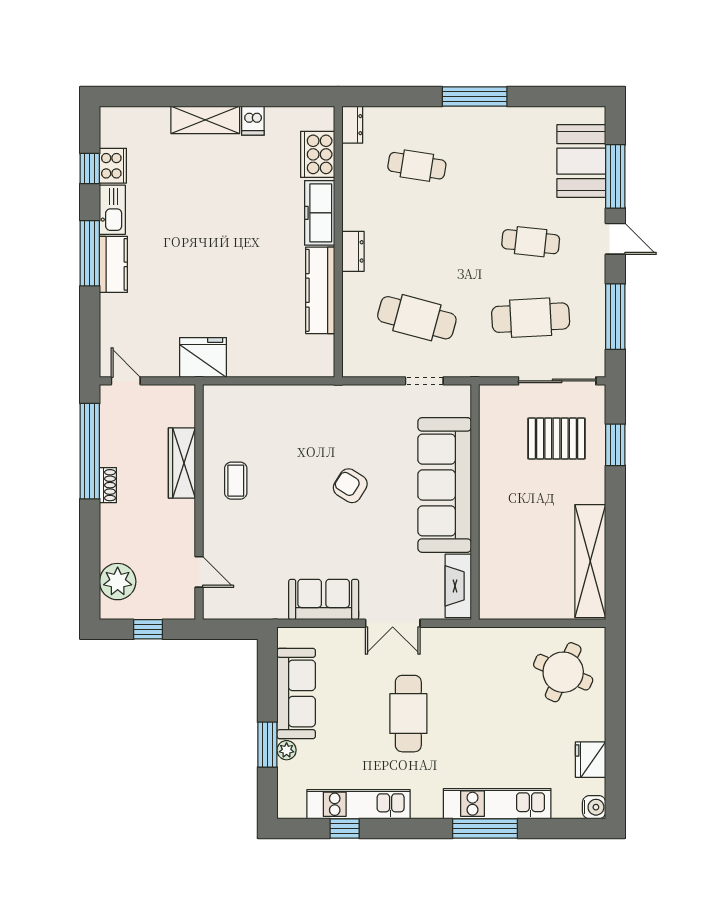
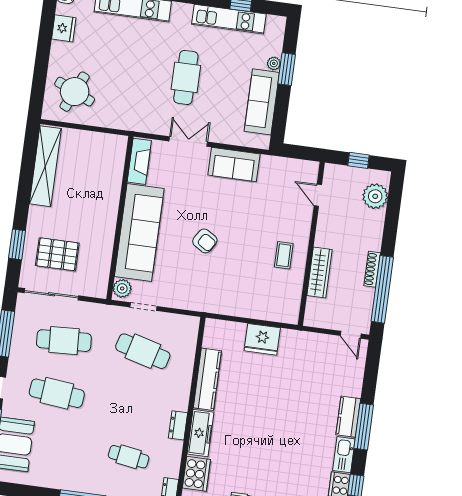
cafe table: (531, 242) -> (57, 393), width x1.37, depth x1.35
dresser: (353, 251) -> (178, 425), moved
fridge: (203, 357) -> (262, 339), moved
plant: (458, 403) -> (122, 288), added
shoe rack: (108, 485) -> (372, 269), width x1.43

